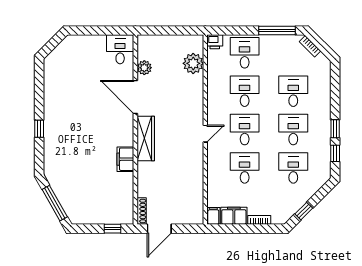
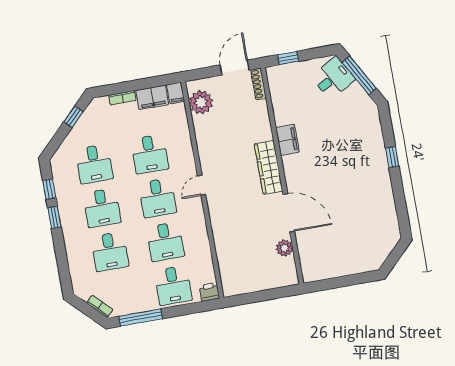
desk: (120, 49) -> (333, 78), moved, turned -119
plant: (193, 63) -> (201, 102), moved

